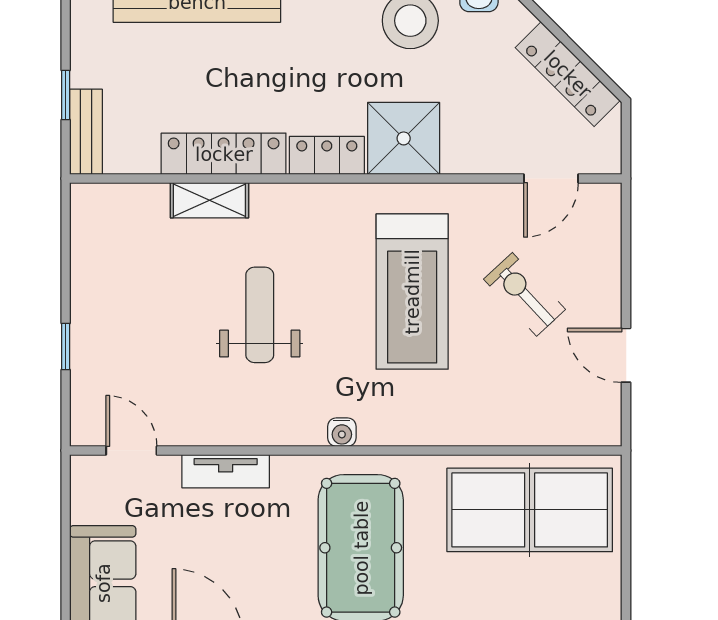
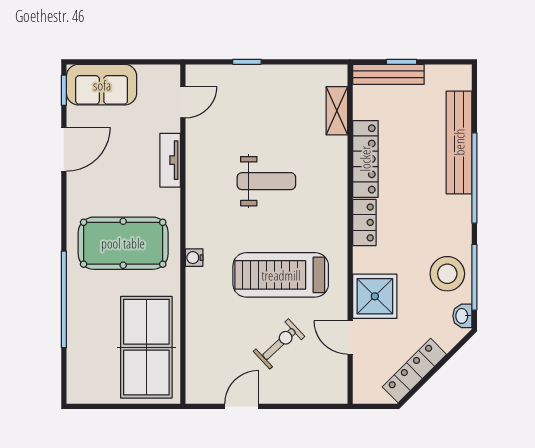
bench: (86, 132) -> (388, 74), width x1.36
shower: (404, 138) -> (375, 296), moved
door: (551, 179) -> (350, 337), moved
shelving: (209, 200) -> (337, 111), moved
water cooler: (342, 432) -> (194, 258), moved

